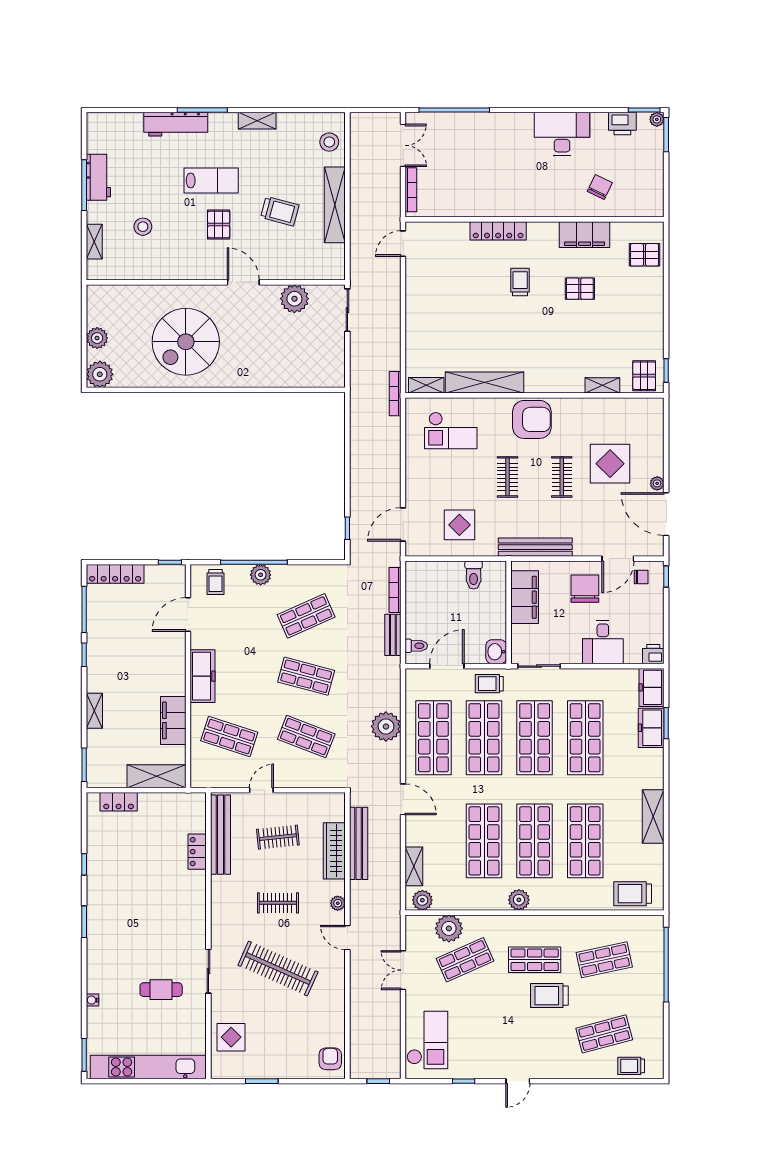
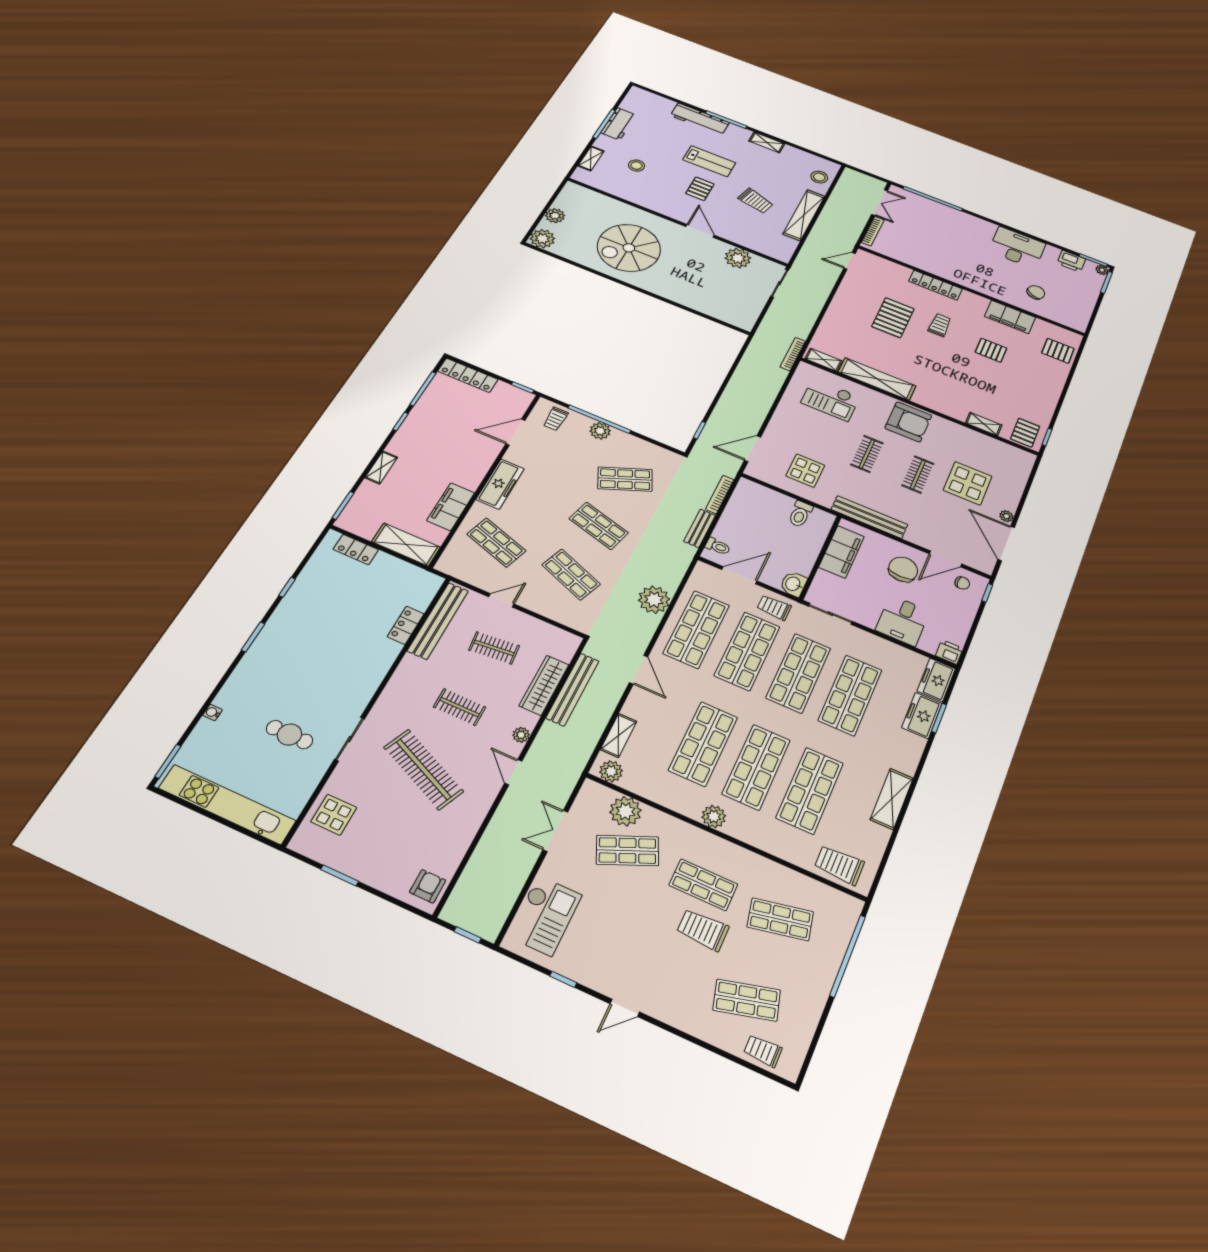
pallet: (472, 297) -> (893, 318), added

